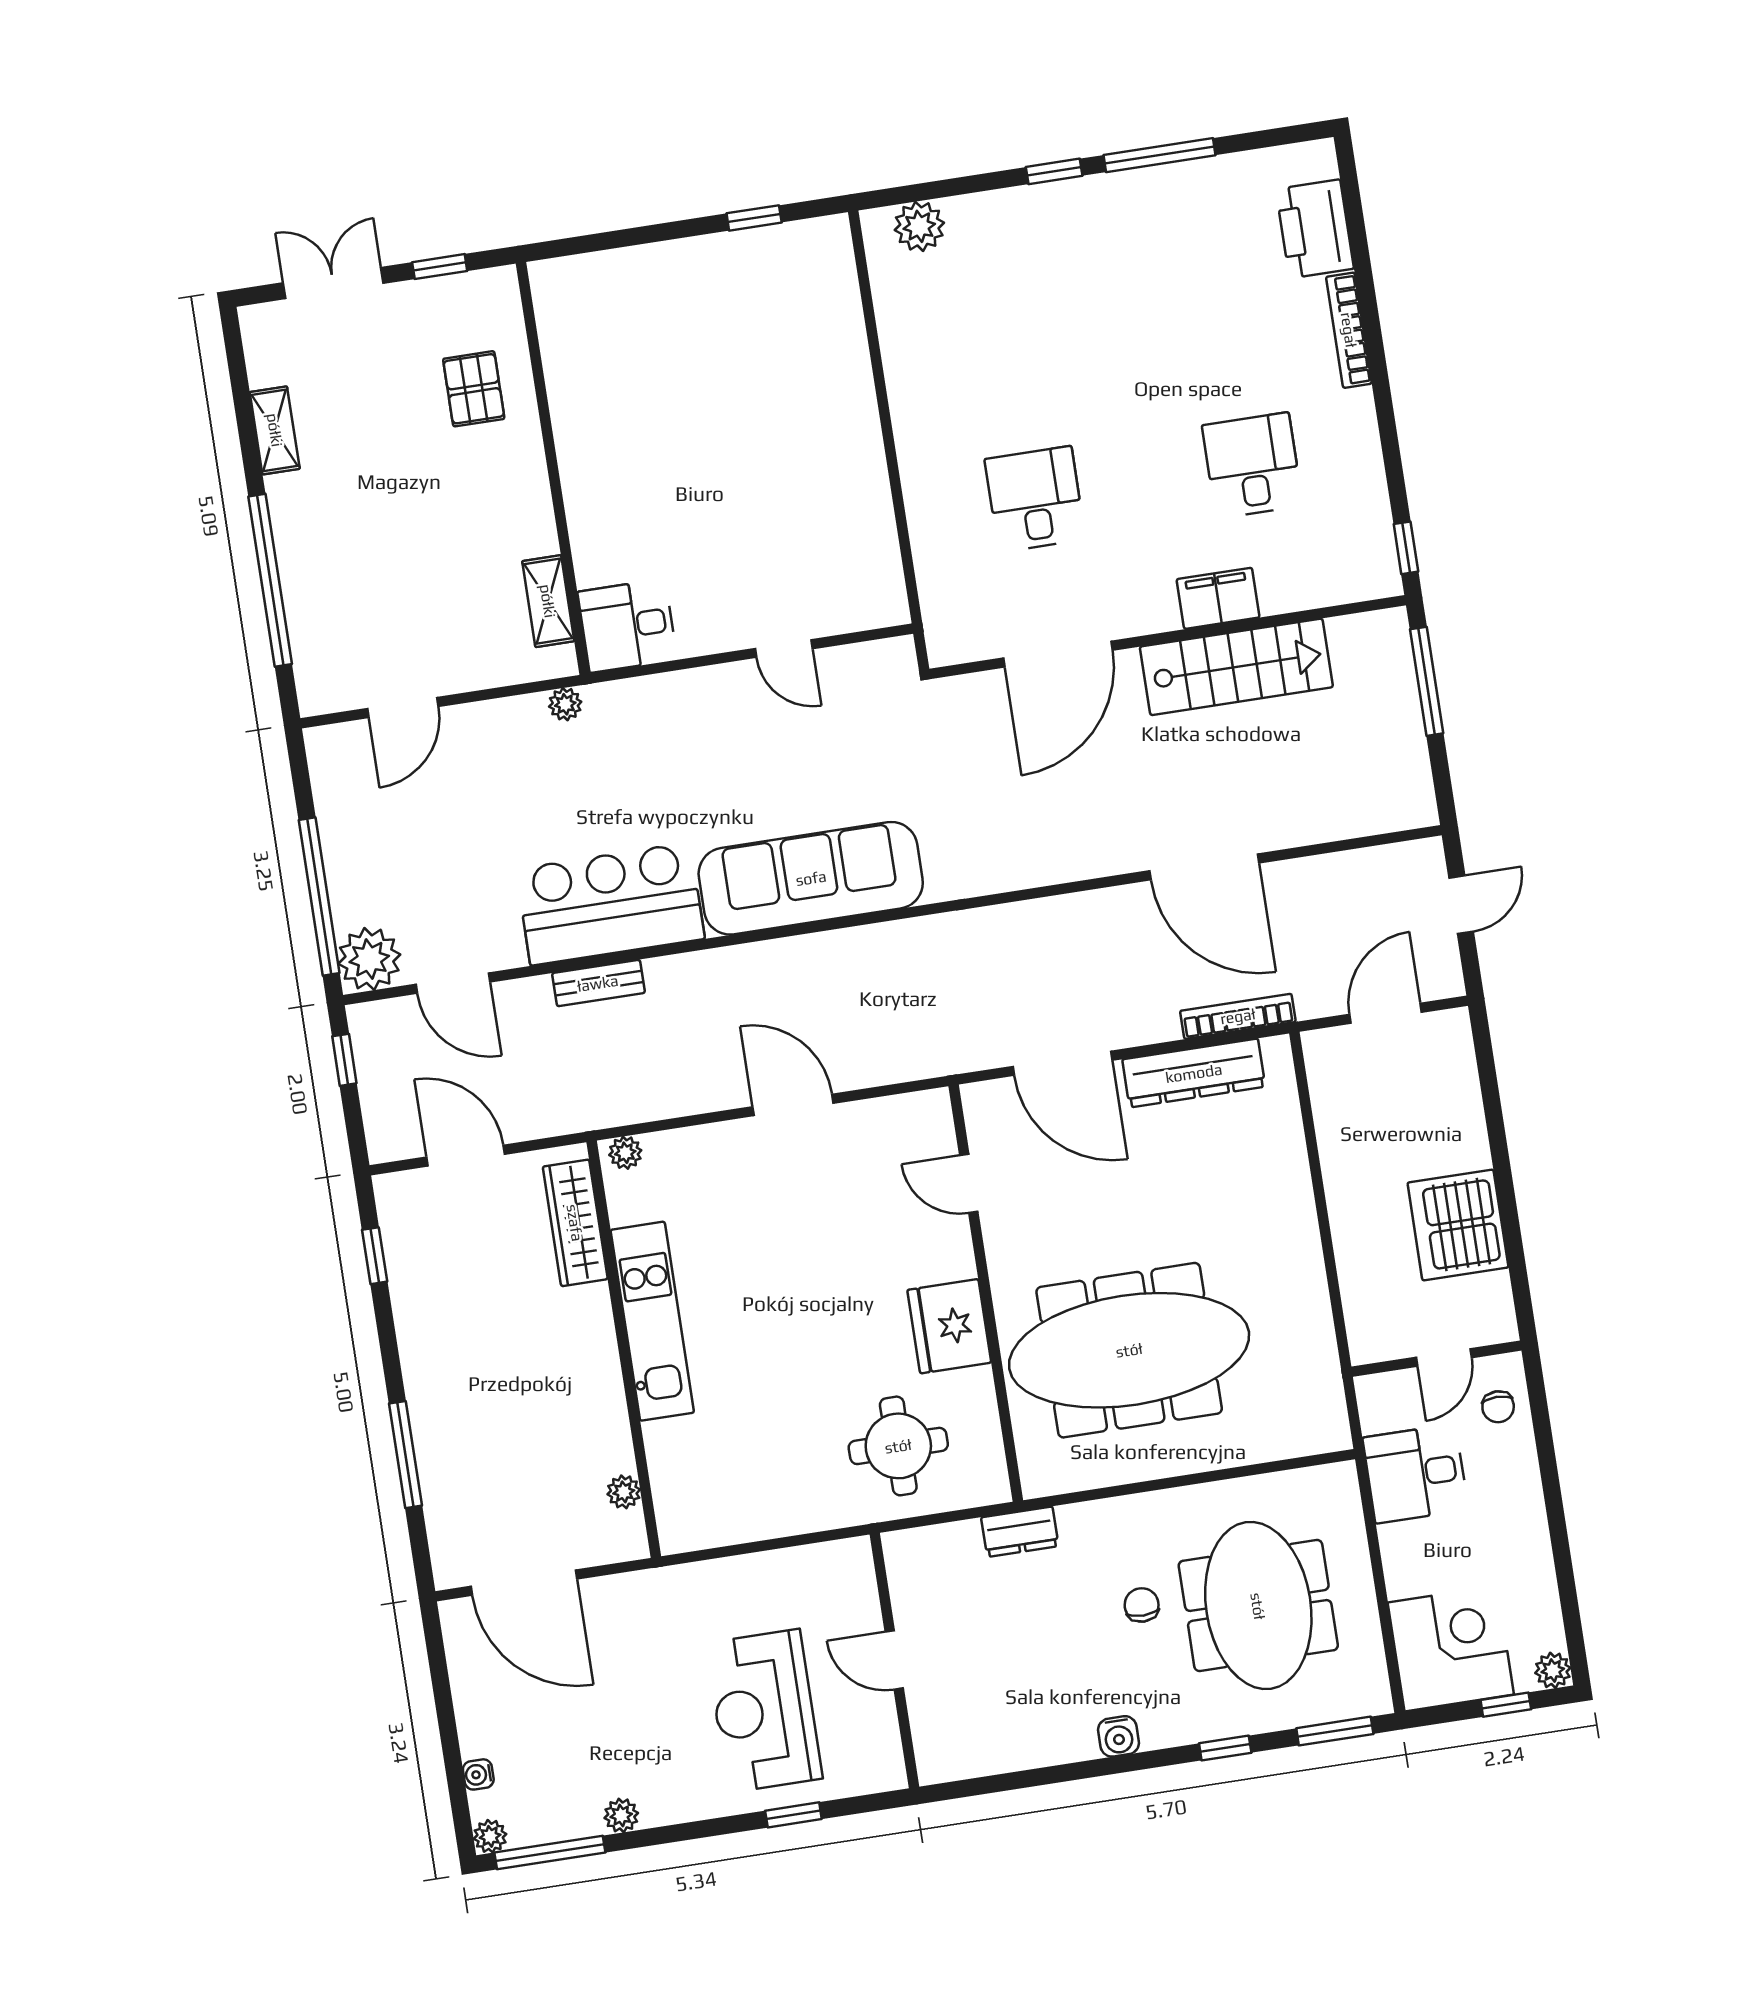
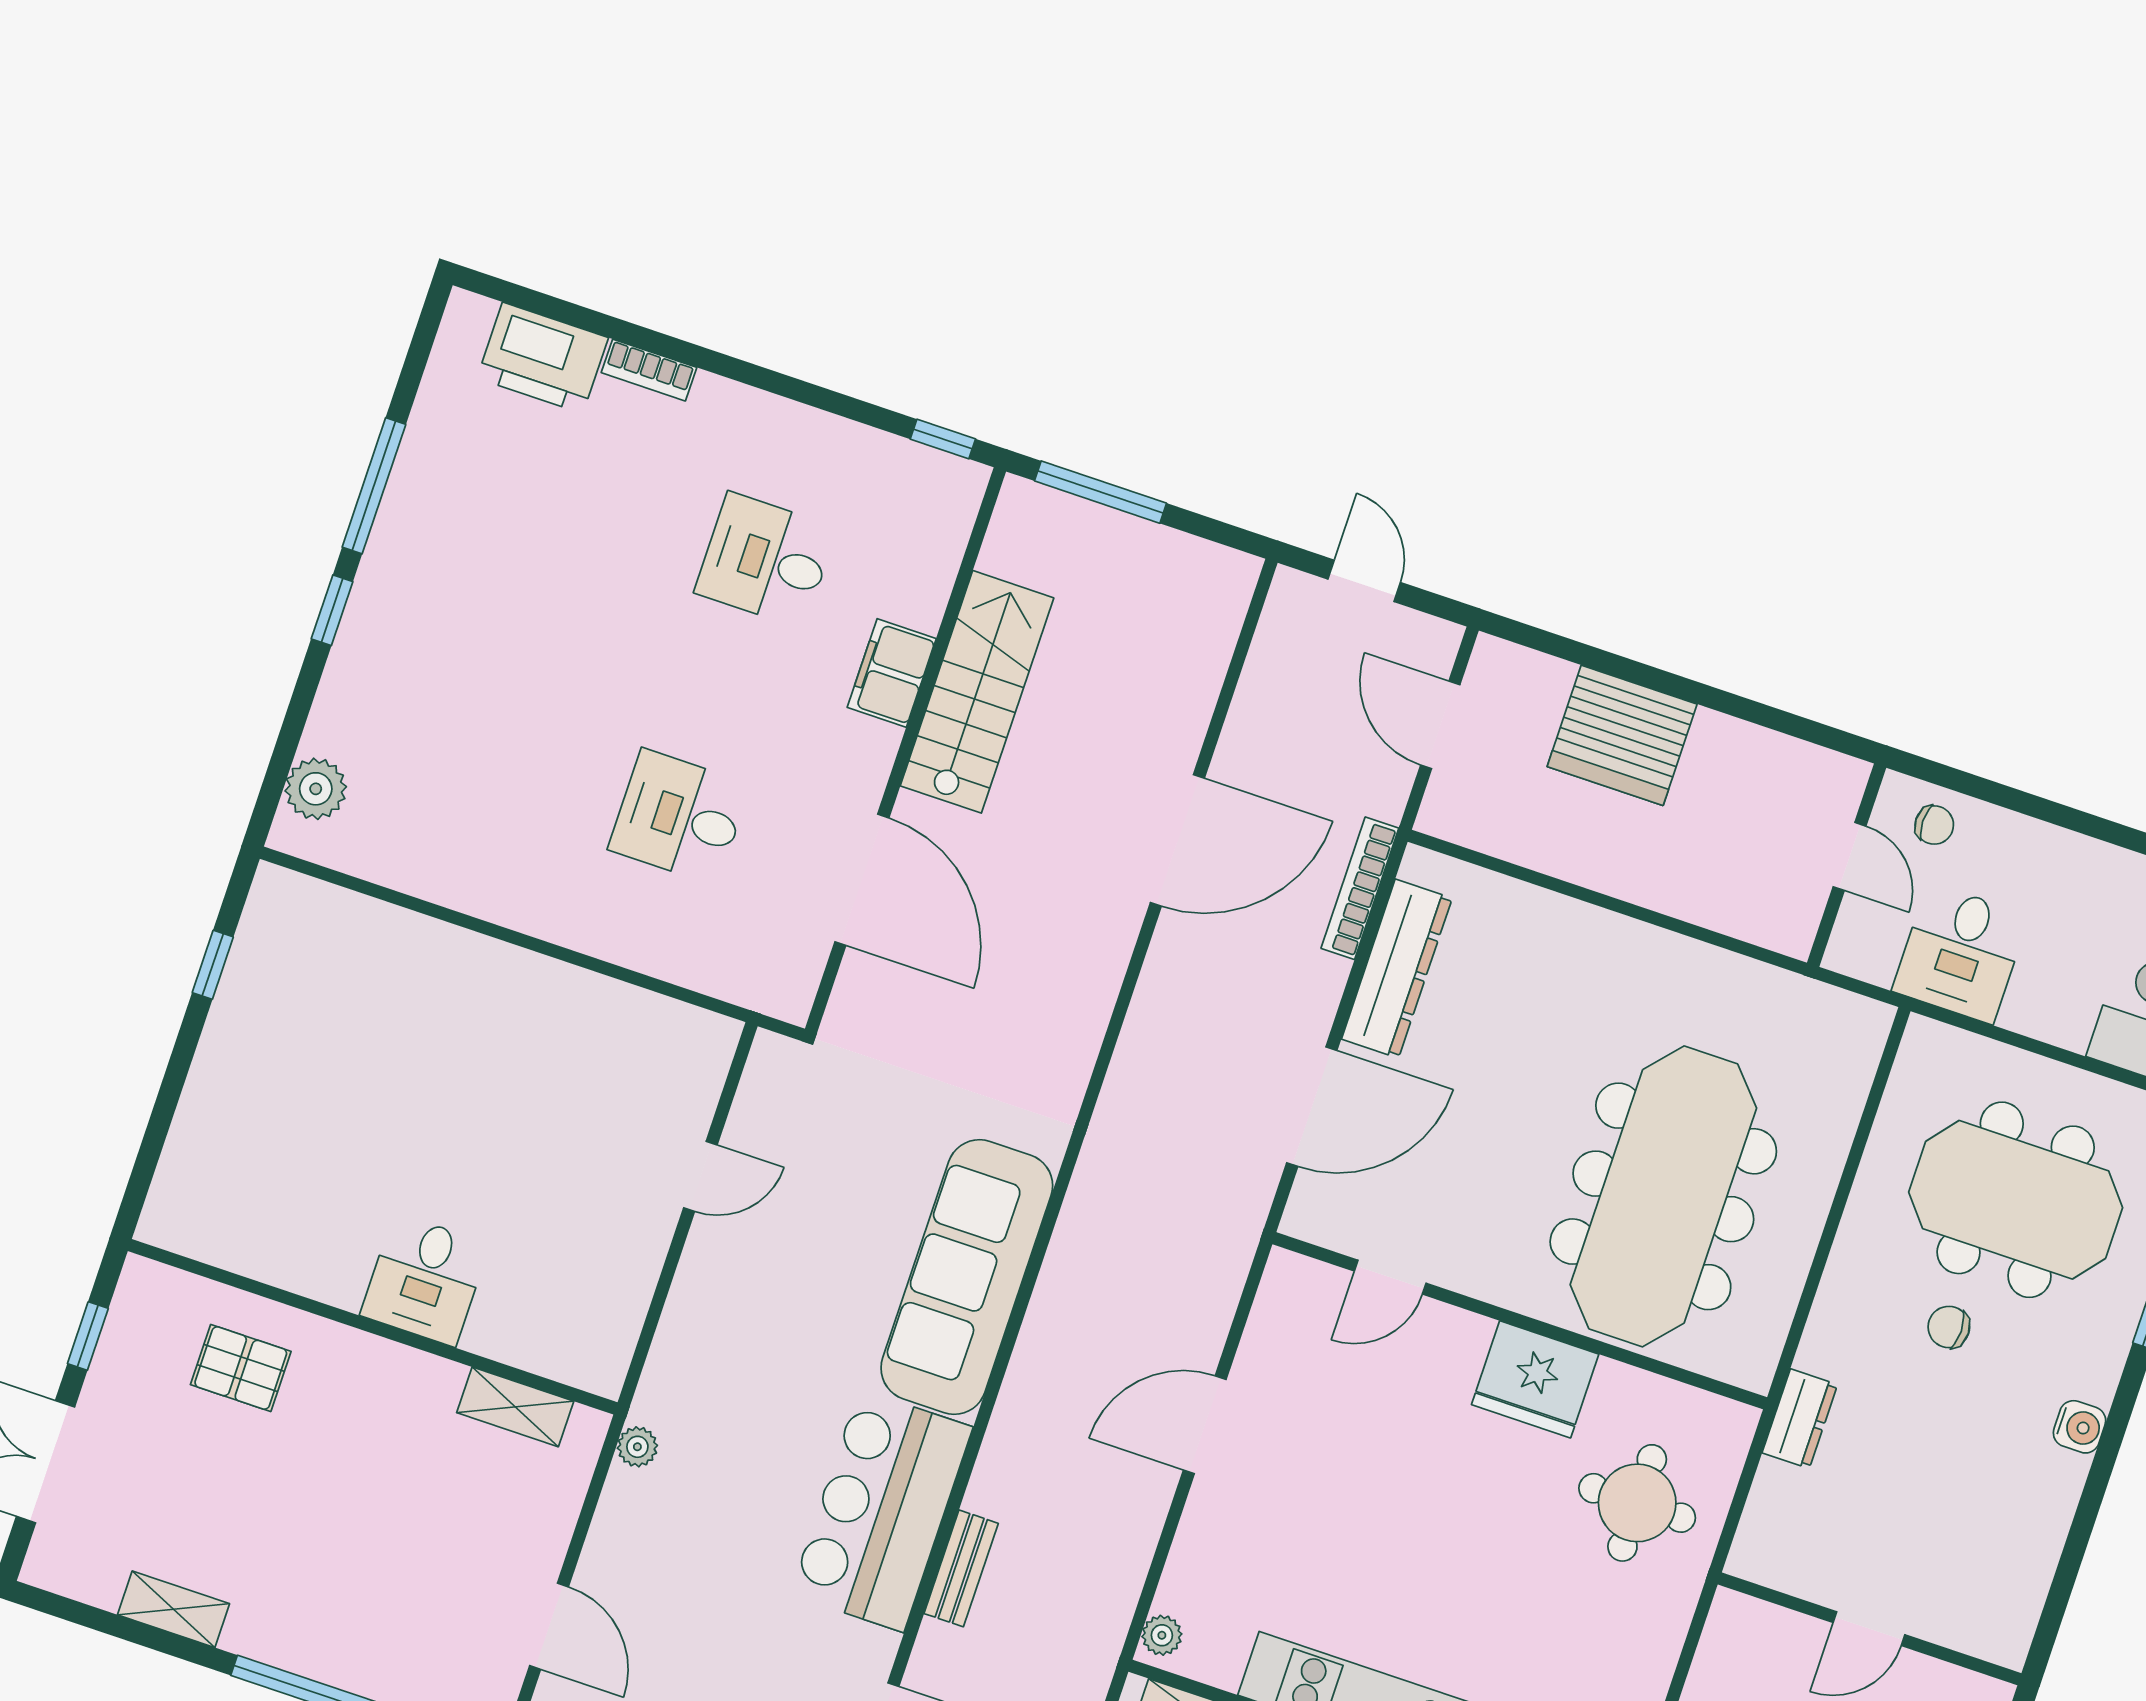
bookcase: (1349, 330) -> (649, 370), width x0.64
desk: (627, 626) -> (425, 1280), moved
server rack: (1458, 1225) -> (1622, 735), moved

